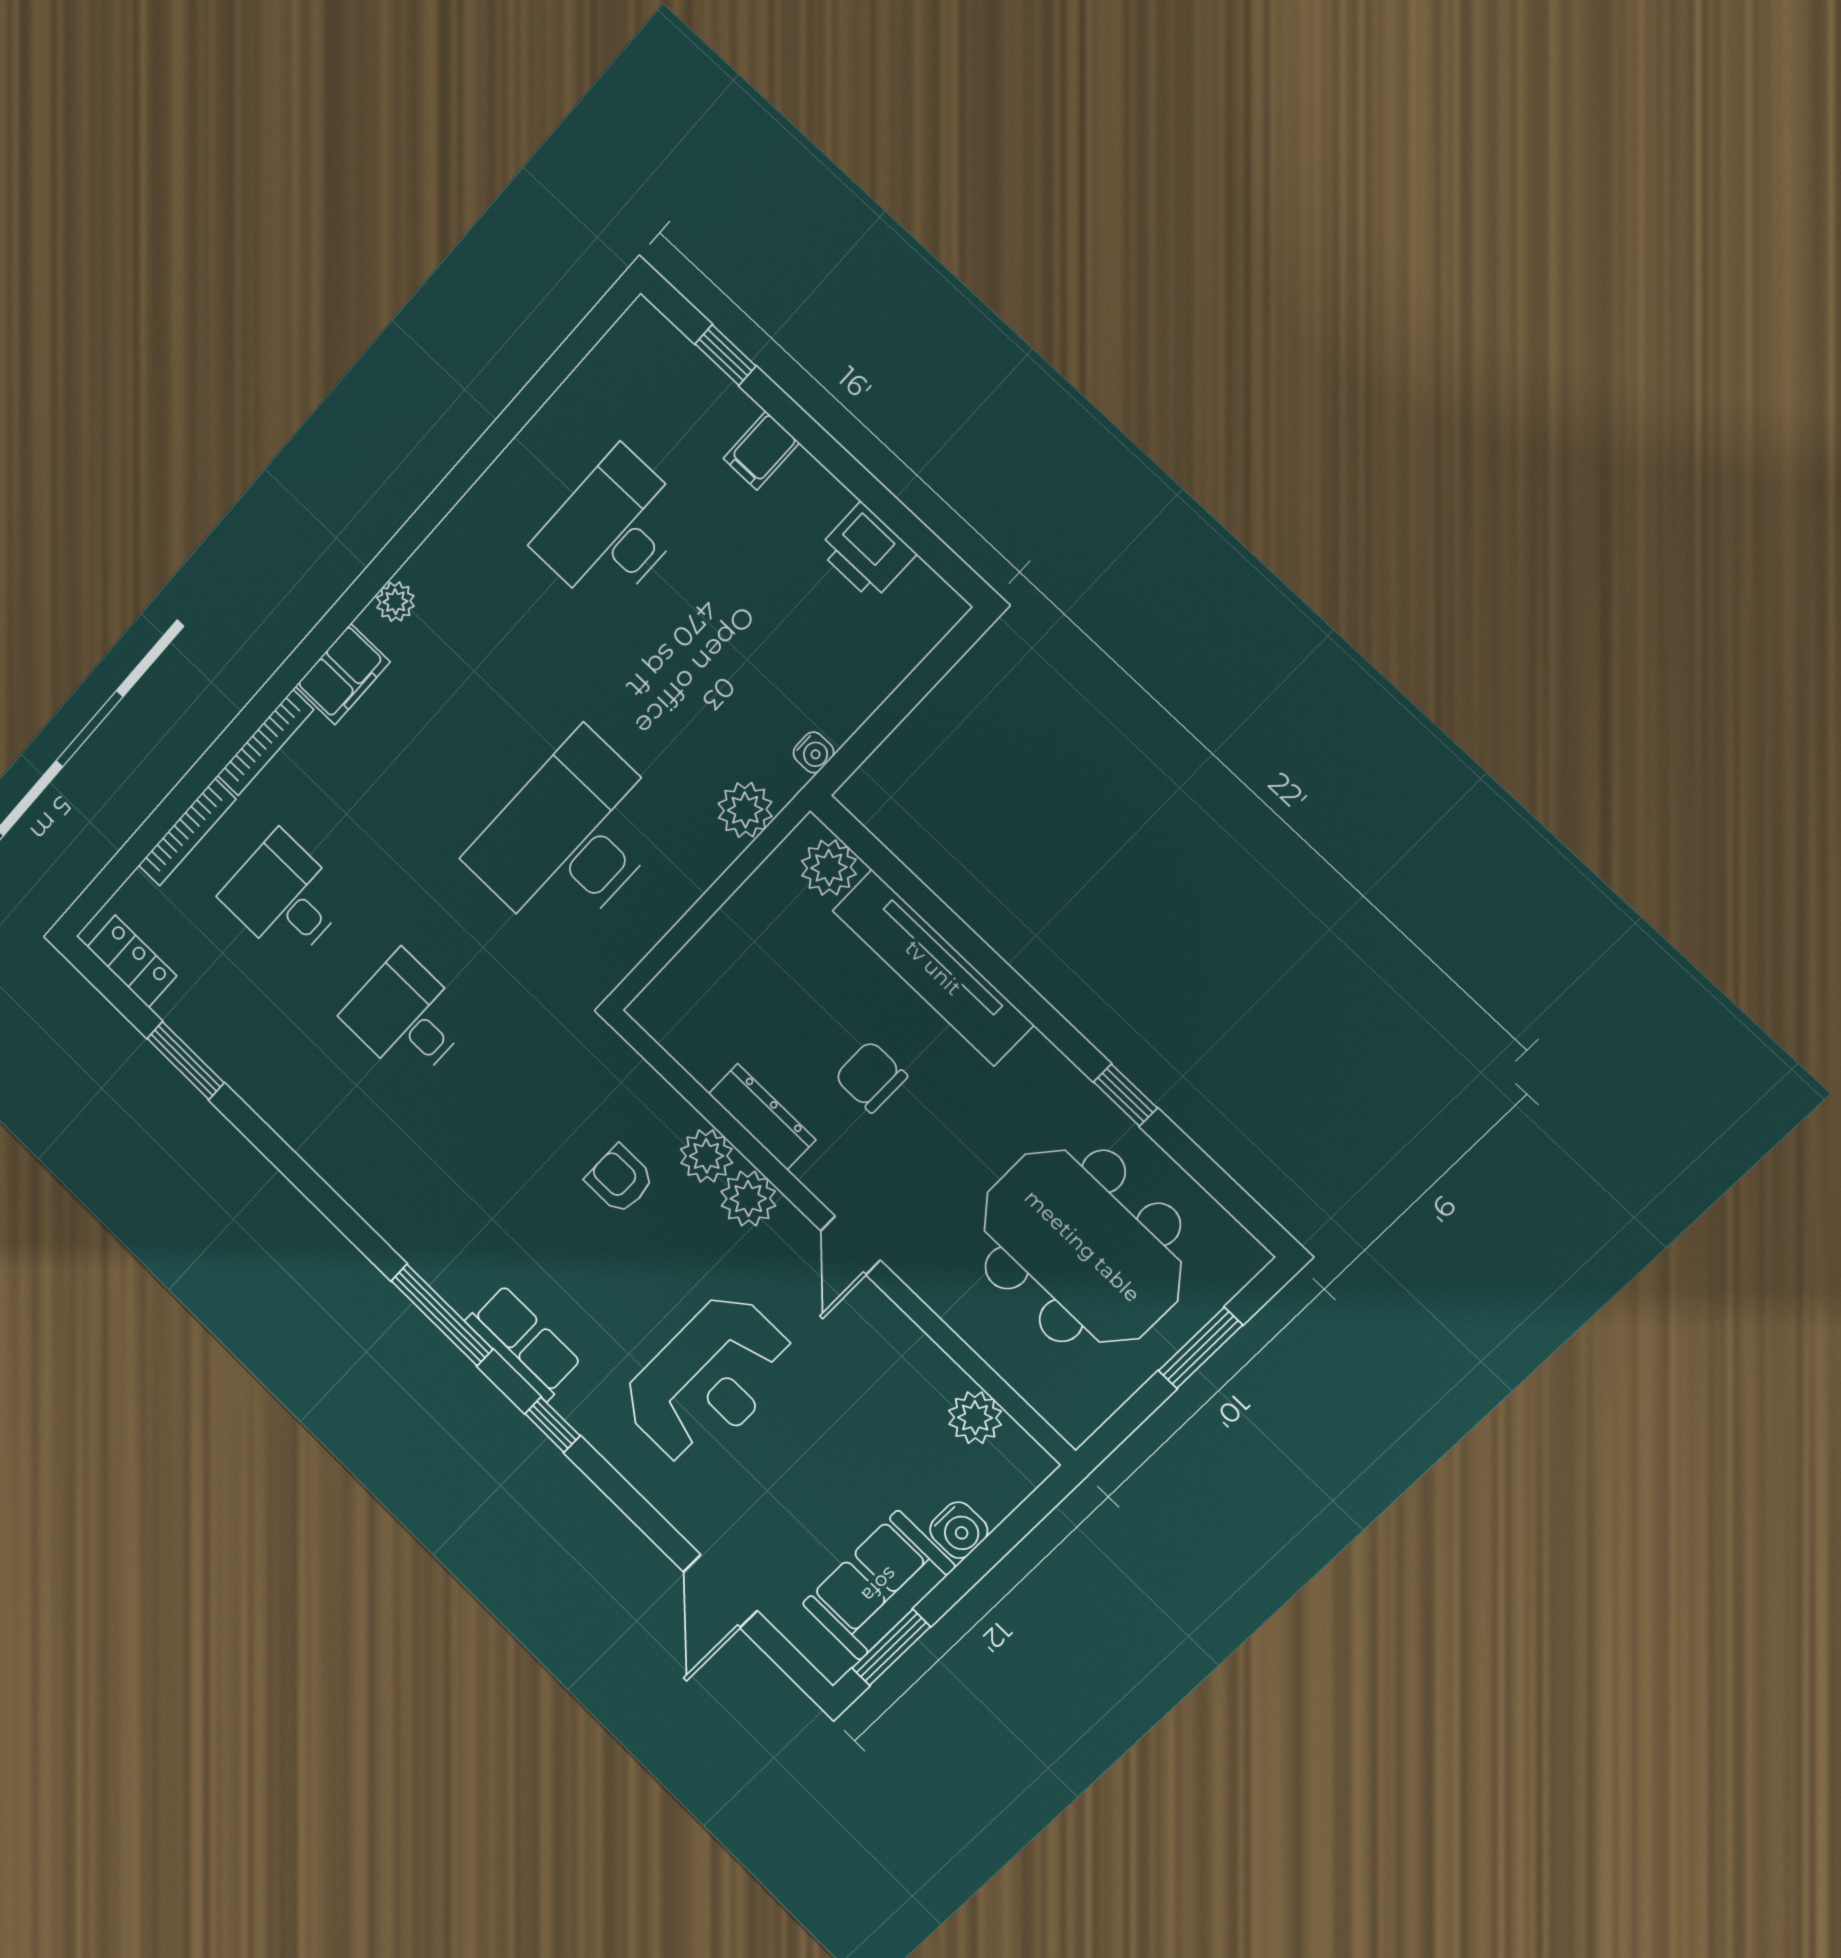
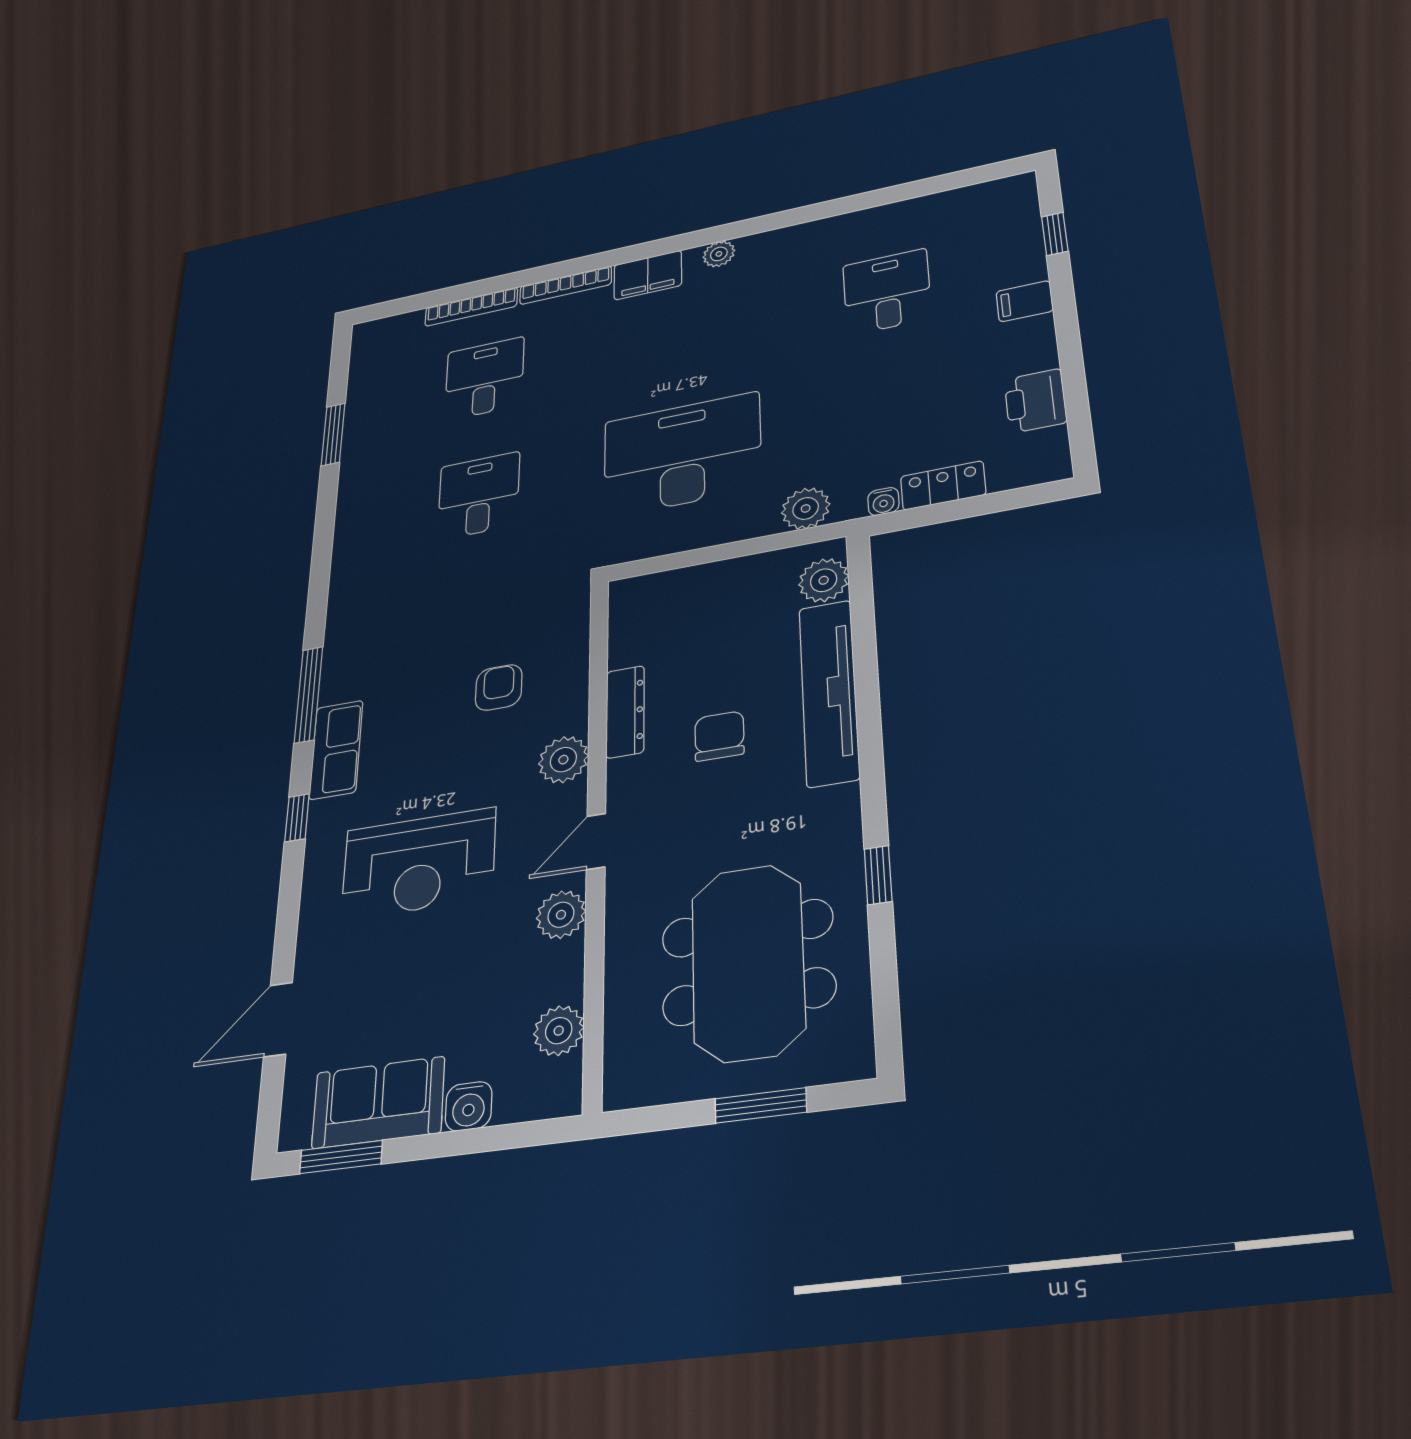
desk: (612, 530) -> (887, 292), width x0.73
locker: (132, 961) -> (943, 486), moved, turned -90
plant: (707, 1156) -> (561, 915), moved

